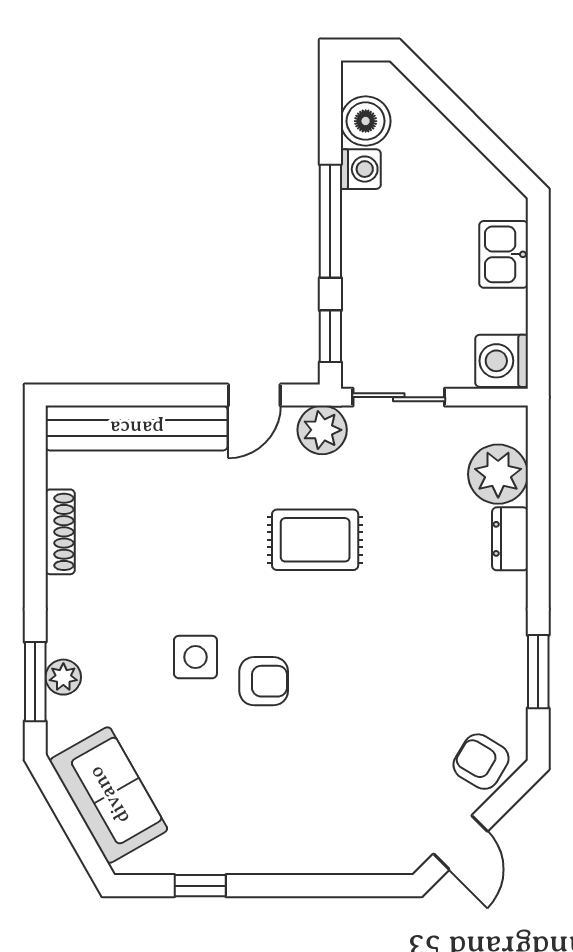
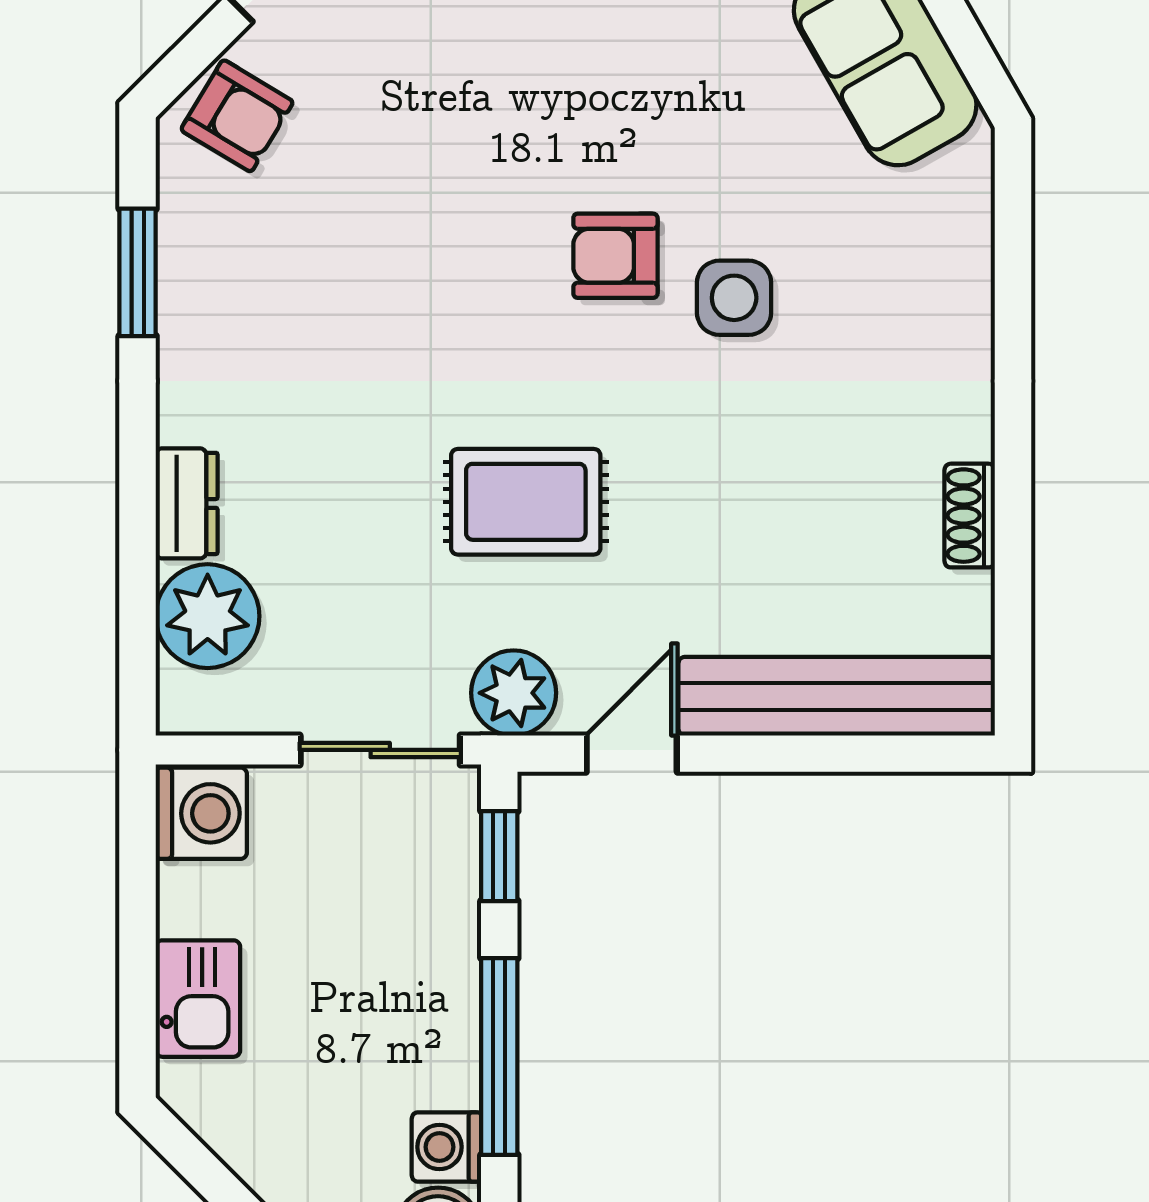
shoe rack: (60, 532) -> (970, 516), width x0.70
plant: (63, 677) -> (964, 263), removed
window: (35, 682) -> (1013, 255), removed

